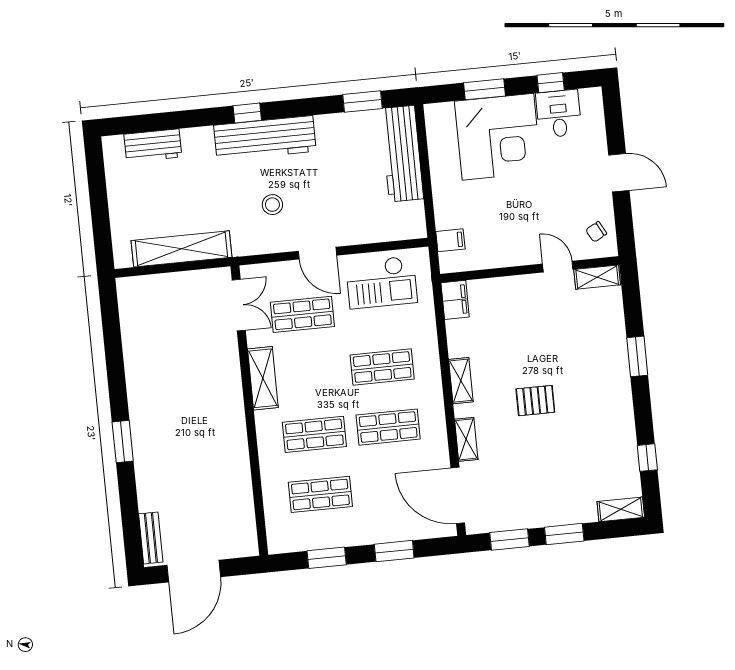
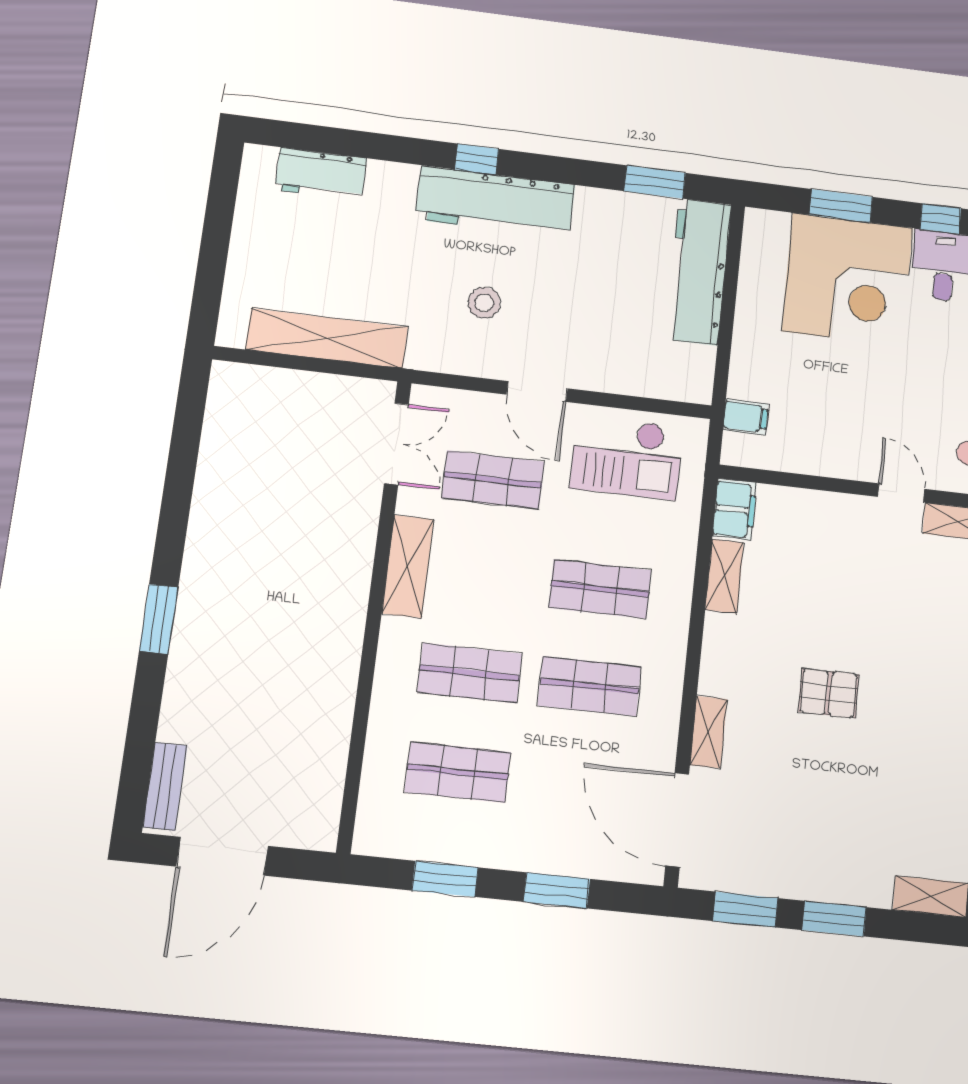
shelving: (461, 381) -> (724, 576), moved

